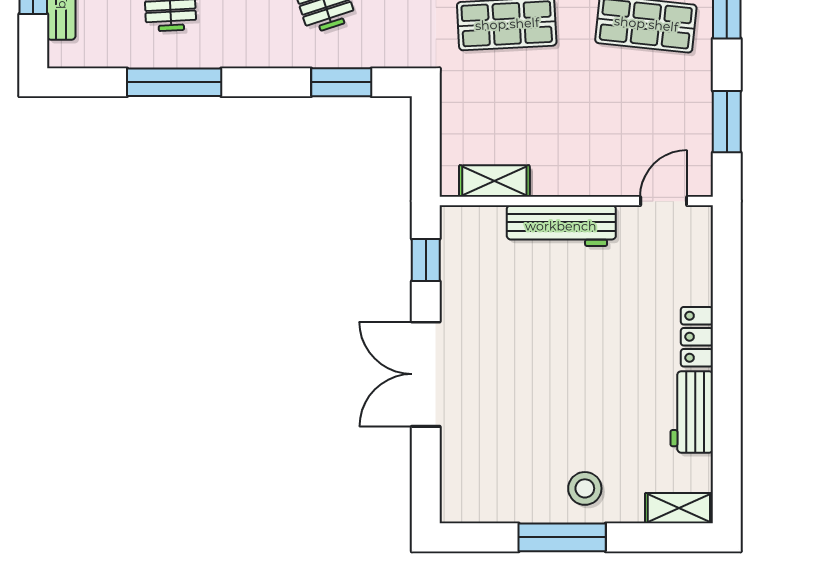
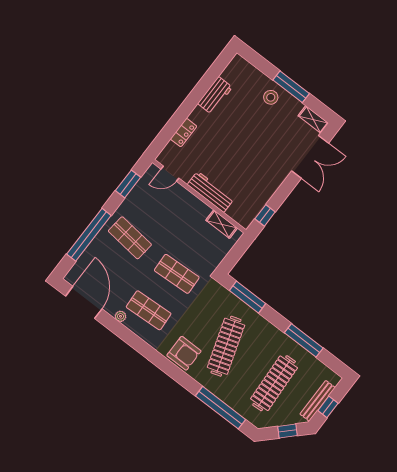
window: (341, 82) -> (248, 297), width x1.44
locker: (697, 337) -> (184, 133), moved
double door: (426, 374) -> (310, 157), moved
shelving: (679, 508) -> (313, 119), moved

